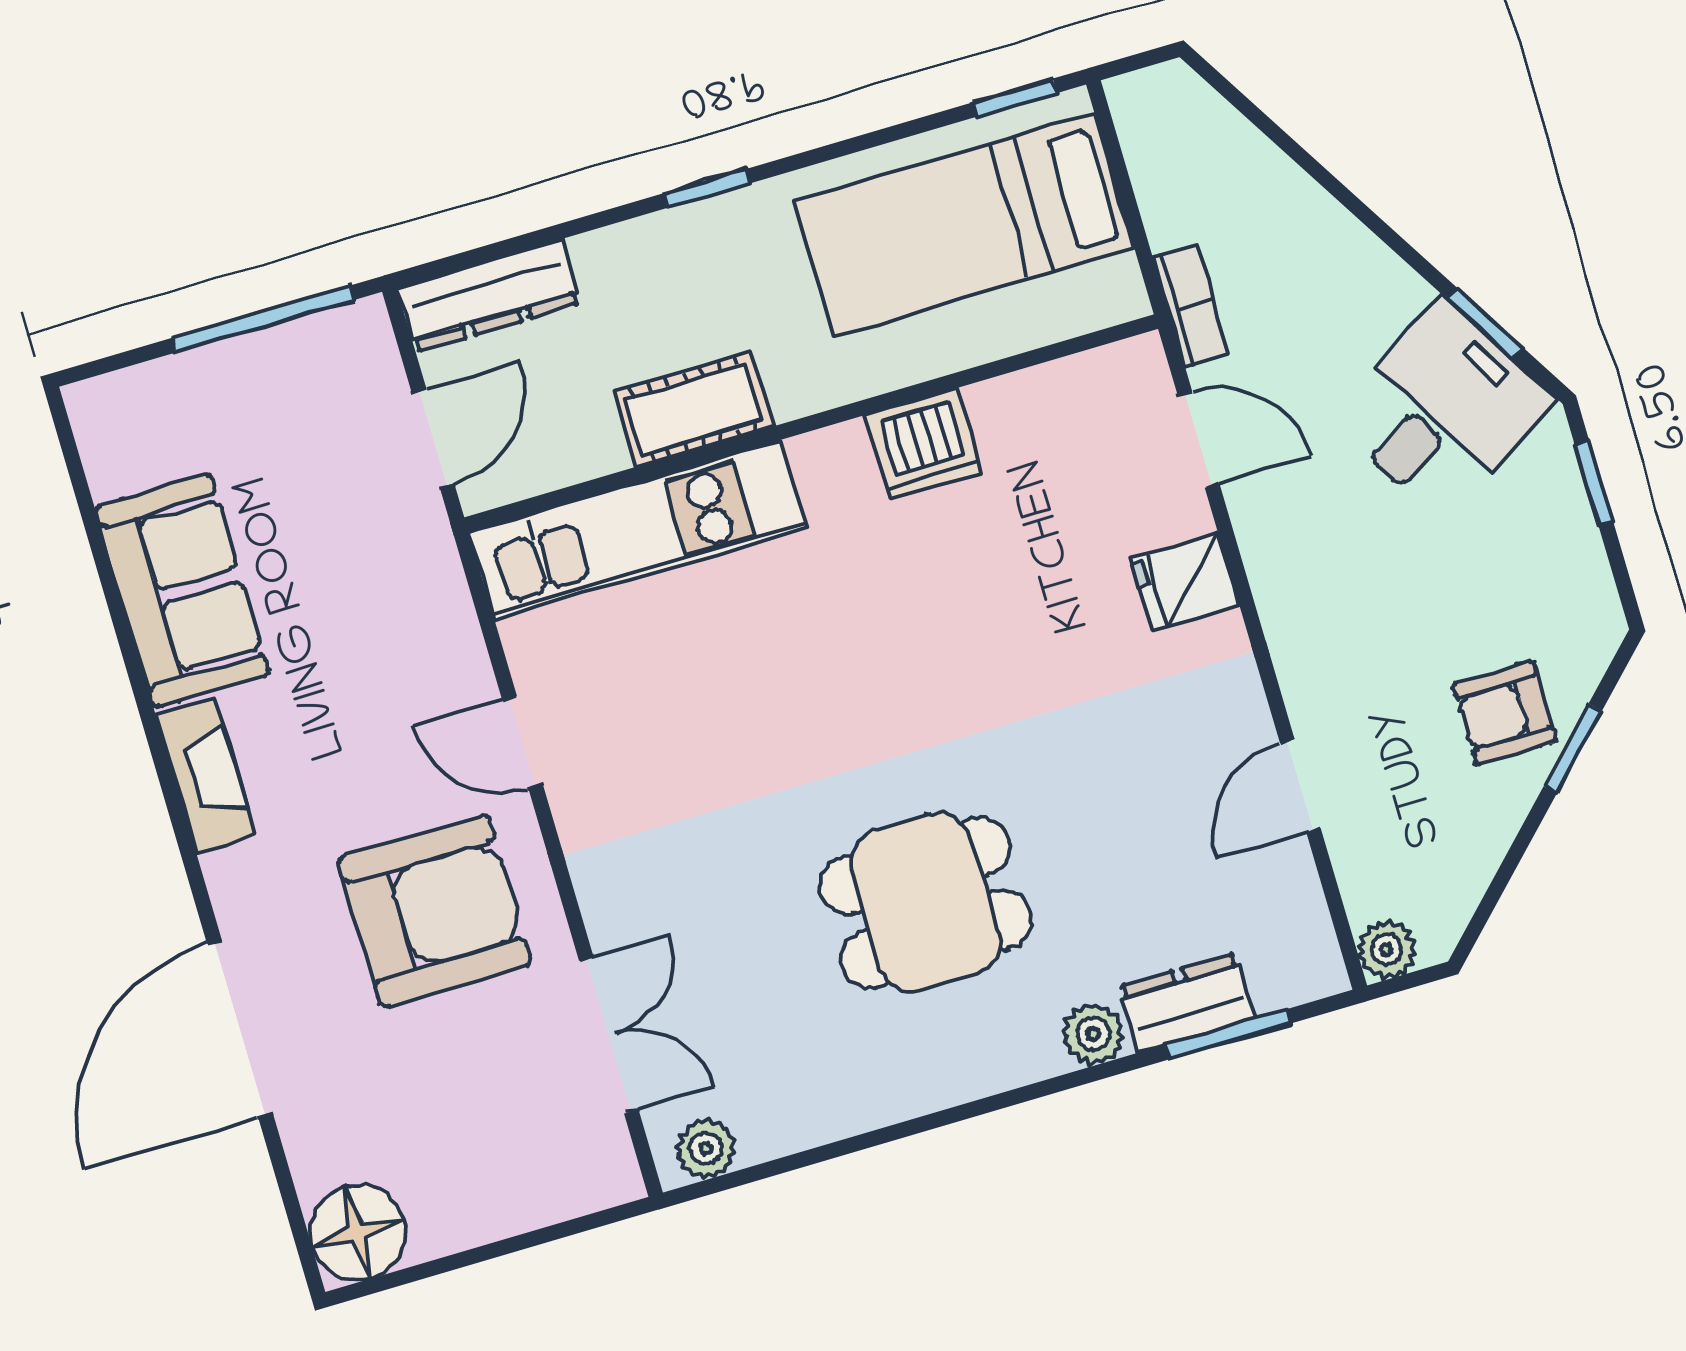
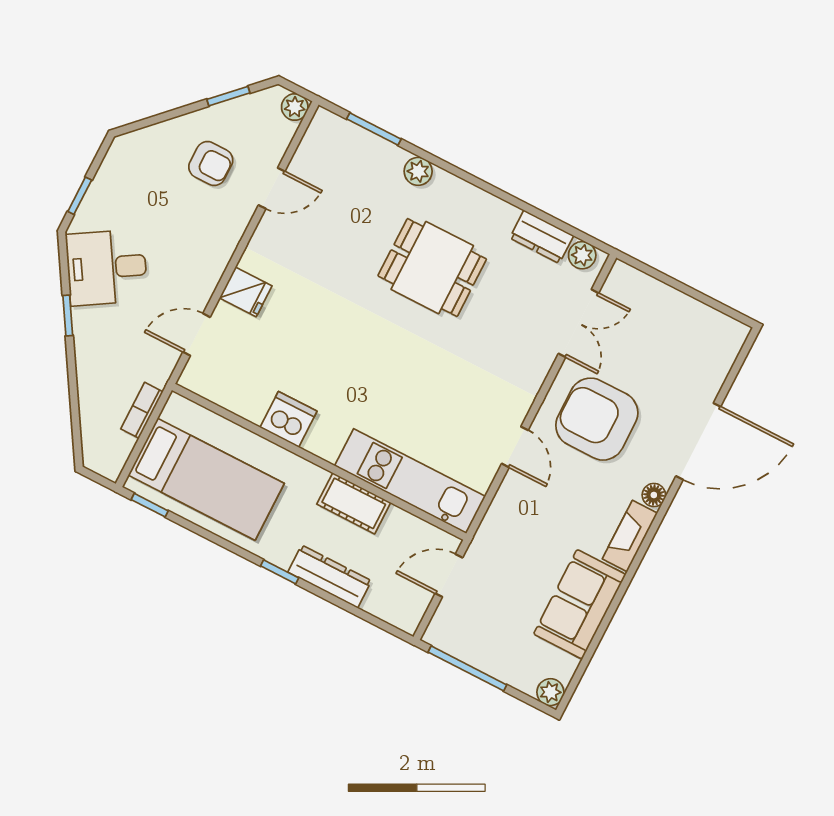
dresser: (489, 296) -> (330, 576), moved
bookcase: (1191, 305) -> (142, 410), moved
window: (1485, 323) -> (68, 315), moved
plant: (95, 407) -> (550, 692), added
door: (1199, 440) -> (197, 334), hinge flipped
armchair: (1505, 713) -> (211, 164), moved
window: (1573, 749) -> (228, 96), moved
dresser: (1187, 1002) -> (542, 237), moved
double door: (609, 1035) -> (578, 323), swing flipped
floor lamp: (358, 1233) -> (654, 495), moved, width x0.53, depth x0.53

